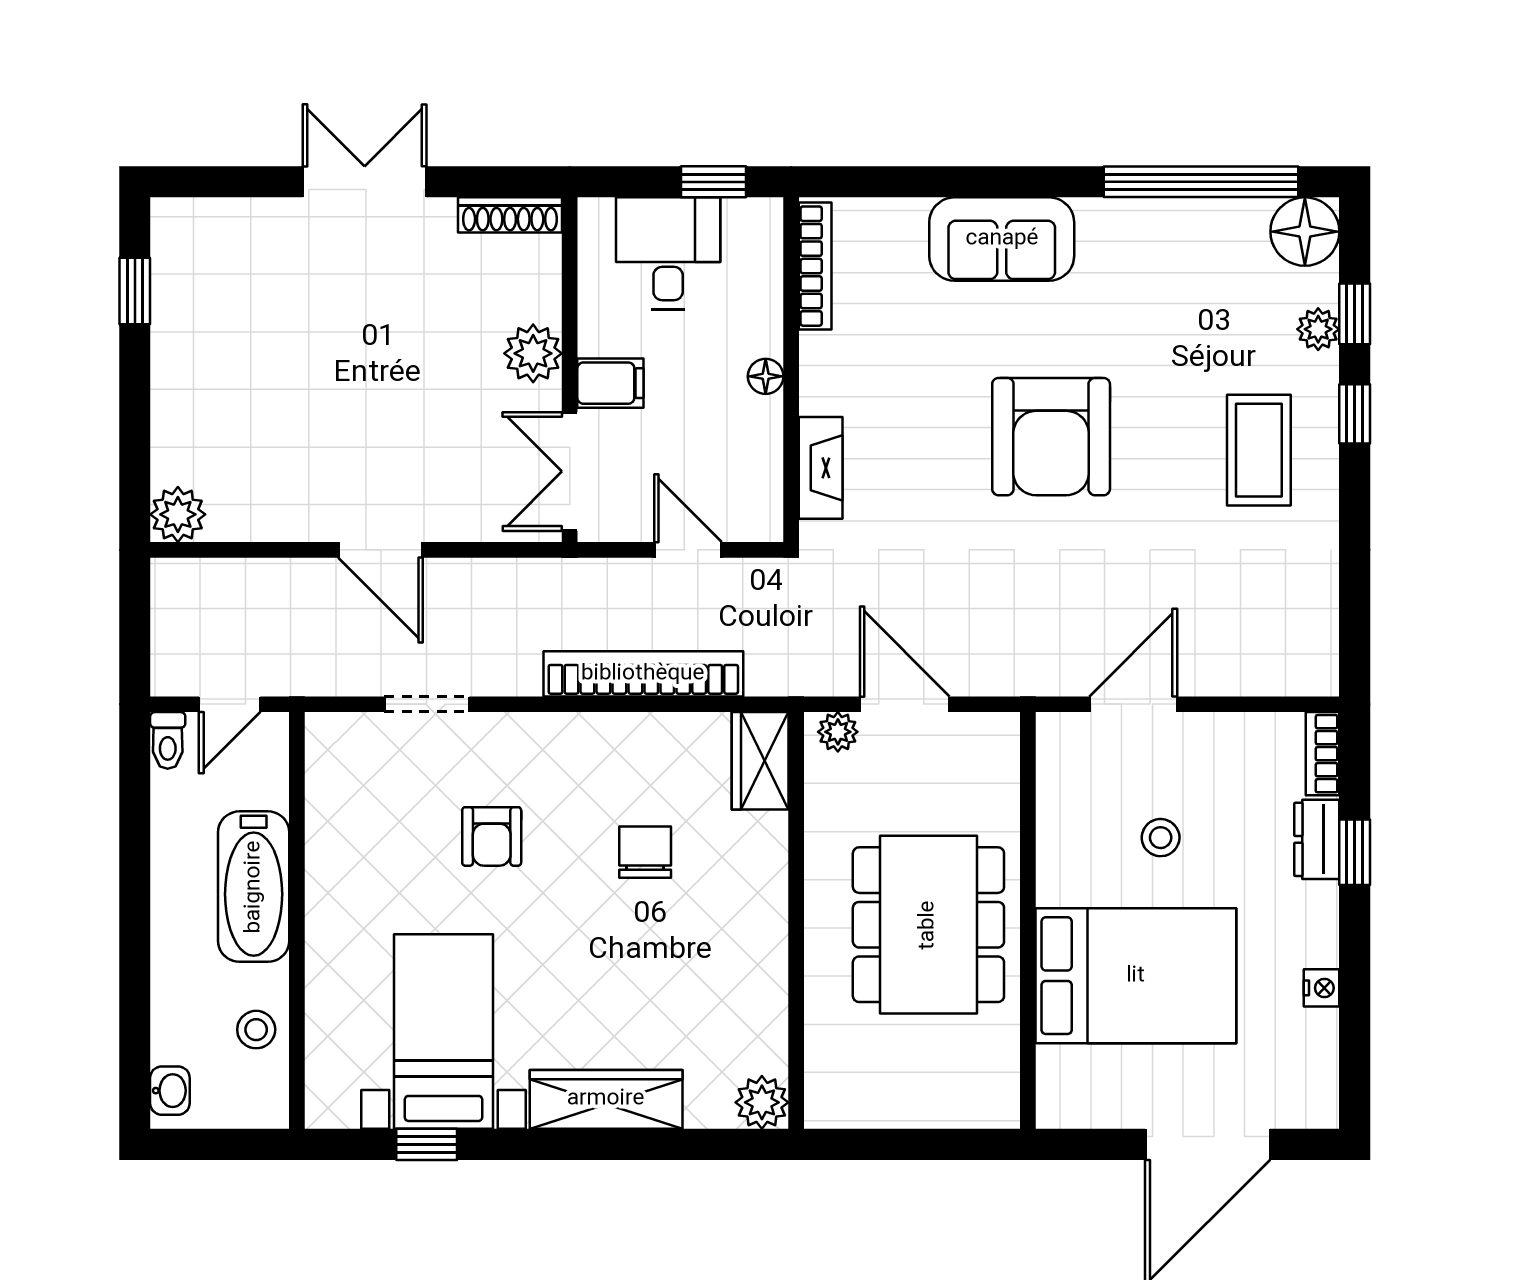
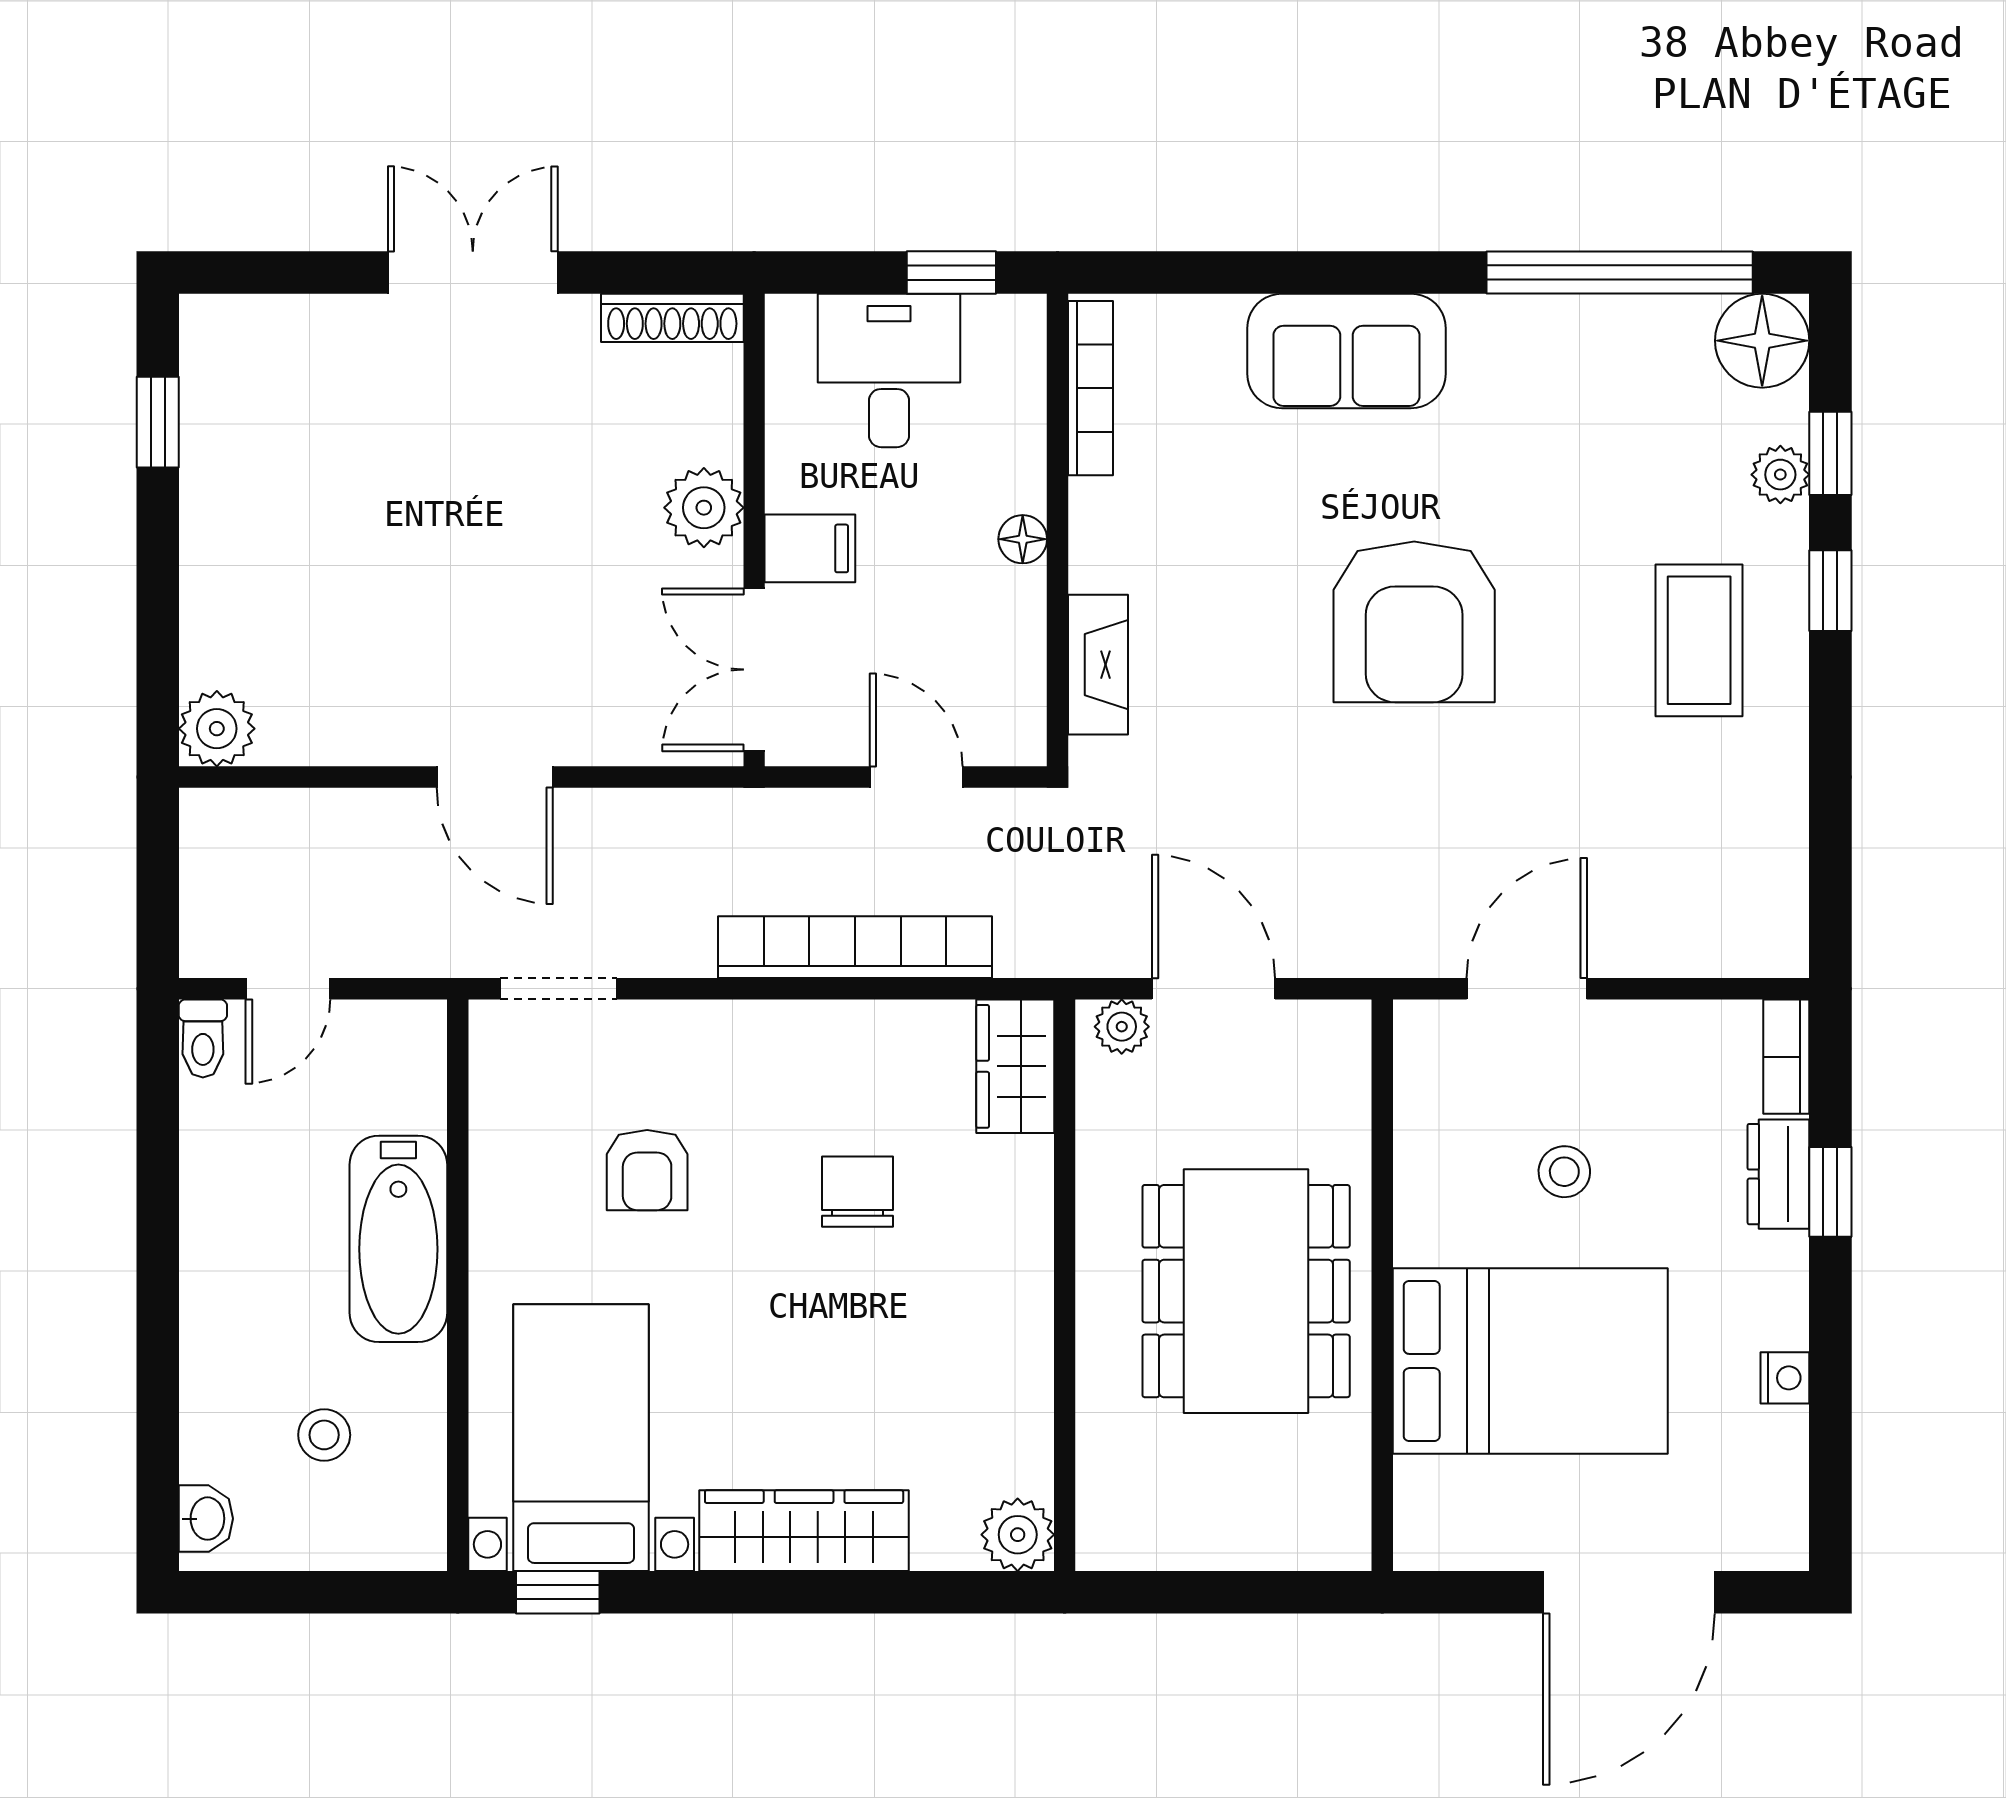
bathtub: (254, 887) -> (398, 1239), moved
wall: (297, 920) -> (458, 1285), moved

